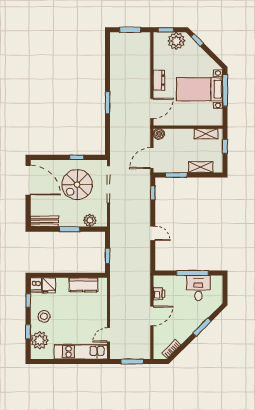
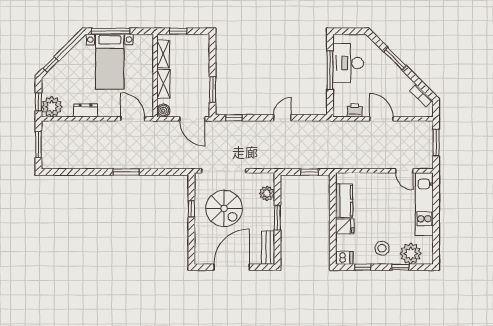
plant: (176, 41) -> (52, 107), moved
dresser: (159, 80) -> (86, 110), moved
shelving: (201, 167) -> (163, 84), moved
door: (28, 180) -> (232, 267), moved
fridge: (49, 285) -> (345, 226), moved
desk: (198, 288) -> (348, 63), width x1.37

